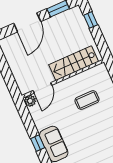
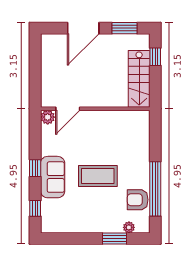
stairs: (74, 63) -> (139, 79), moved, turned -90
coffee table: (87, 100) -> (98, 176), moved, width x1.36, depth x1.32

